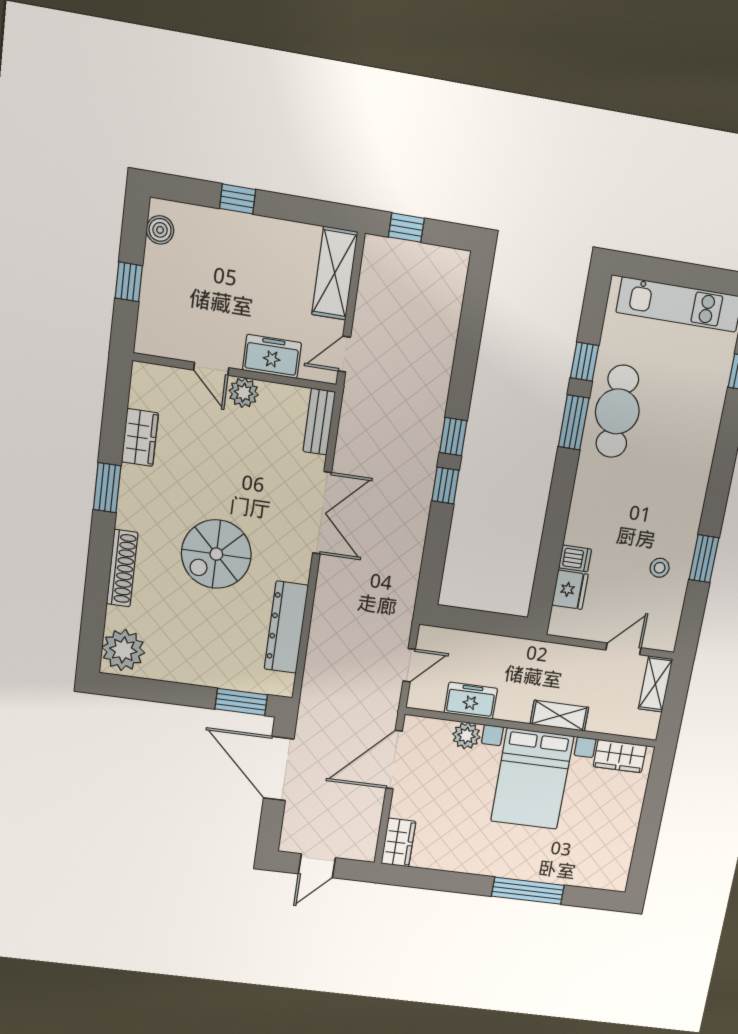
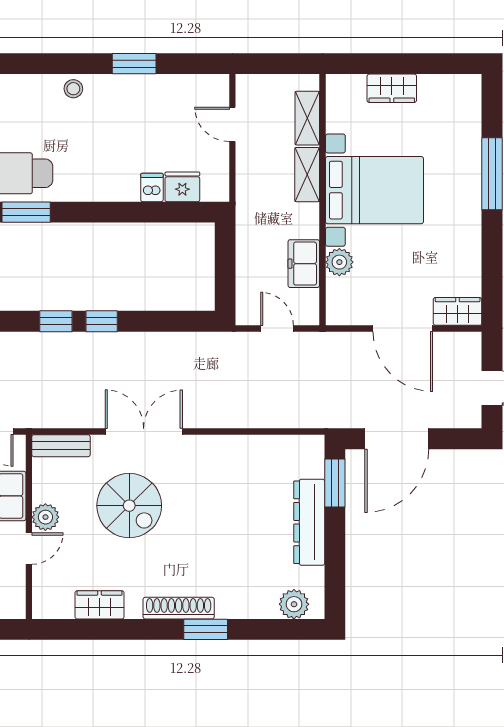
window: (107, 488) -> (206, 629), moved
spiral stairs: (216, 554) -> (129, 506), moved
shoe rack: (122, 568) -> (179, 608), moved
stool: (660, 568) -> (73, 89), moved
dresser: (286, 627) -> (309, 522), moved, turned 90
plant: (123, 650) -> (294, 604), width x0.73, depth x0.73
shelving: (655, 684) -> (307, 118), moved, turned 90
wardrobe: (620, 756) -> (392, 88), moved, turned 90
door: (394, 760) -> (403, 328), moved

